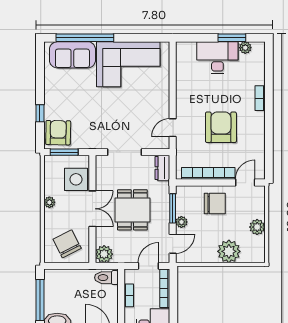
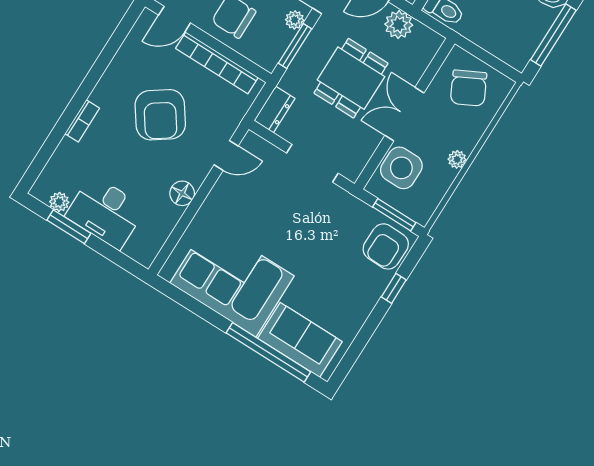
floor lamp: (183, 93) -> (182, 193), added
armchair: (221, 127) -> (160, 115), turned -35
plant: (104, 254) -> (399, 25), moved

